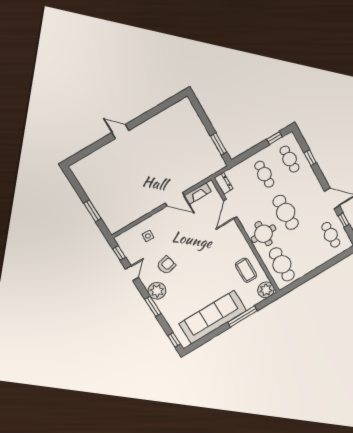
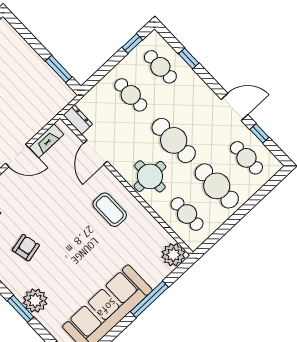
cafe table: (306, 250) -> (217, 186), added
cafe table: (282, 264) -> (187, 214), width x0.73, depth x0.74
coffee table: (246, 270) -> (110, 210), moved
plant: (157, 291) -> (35, 301), moved

